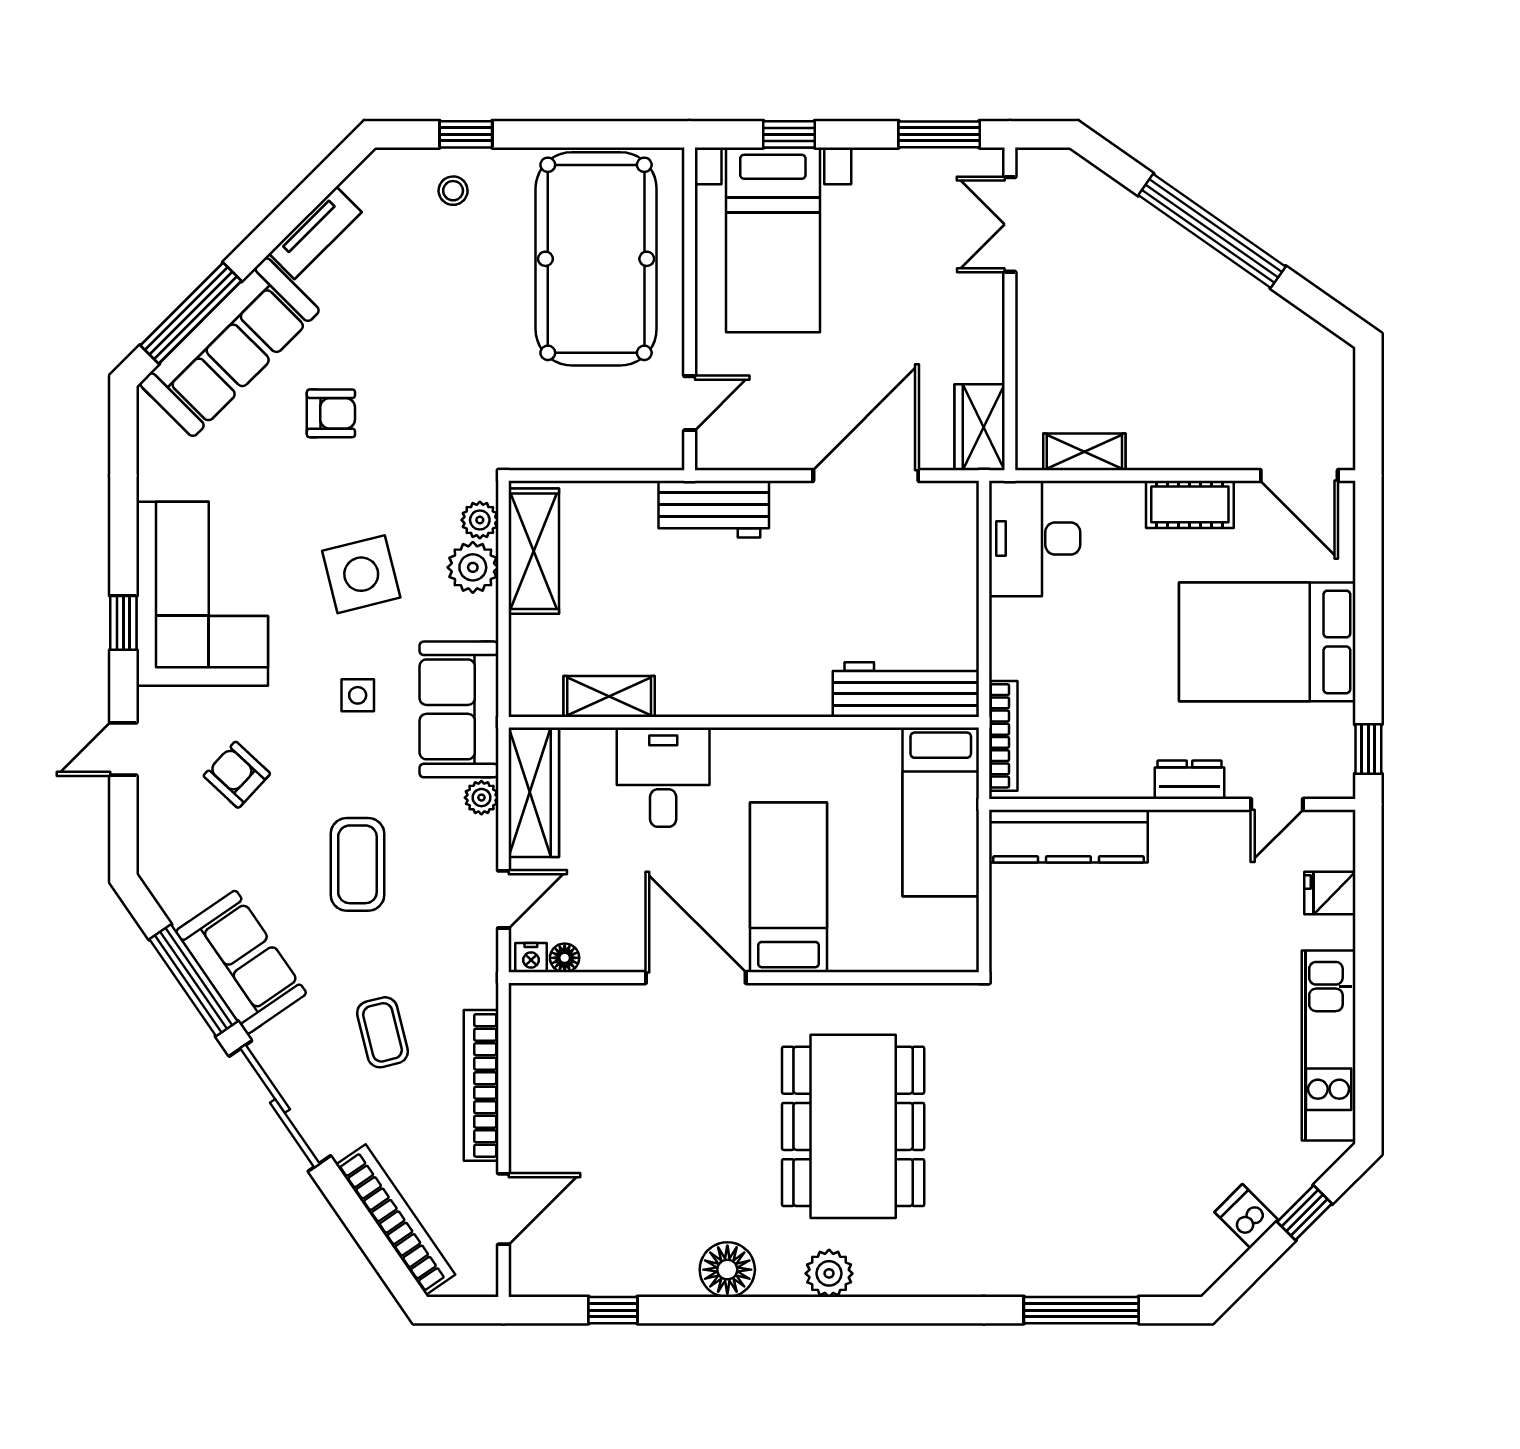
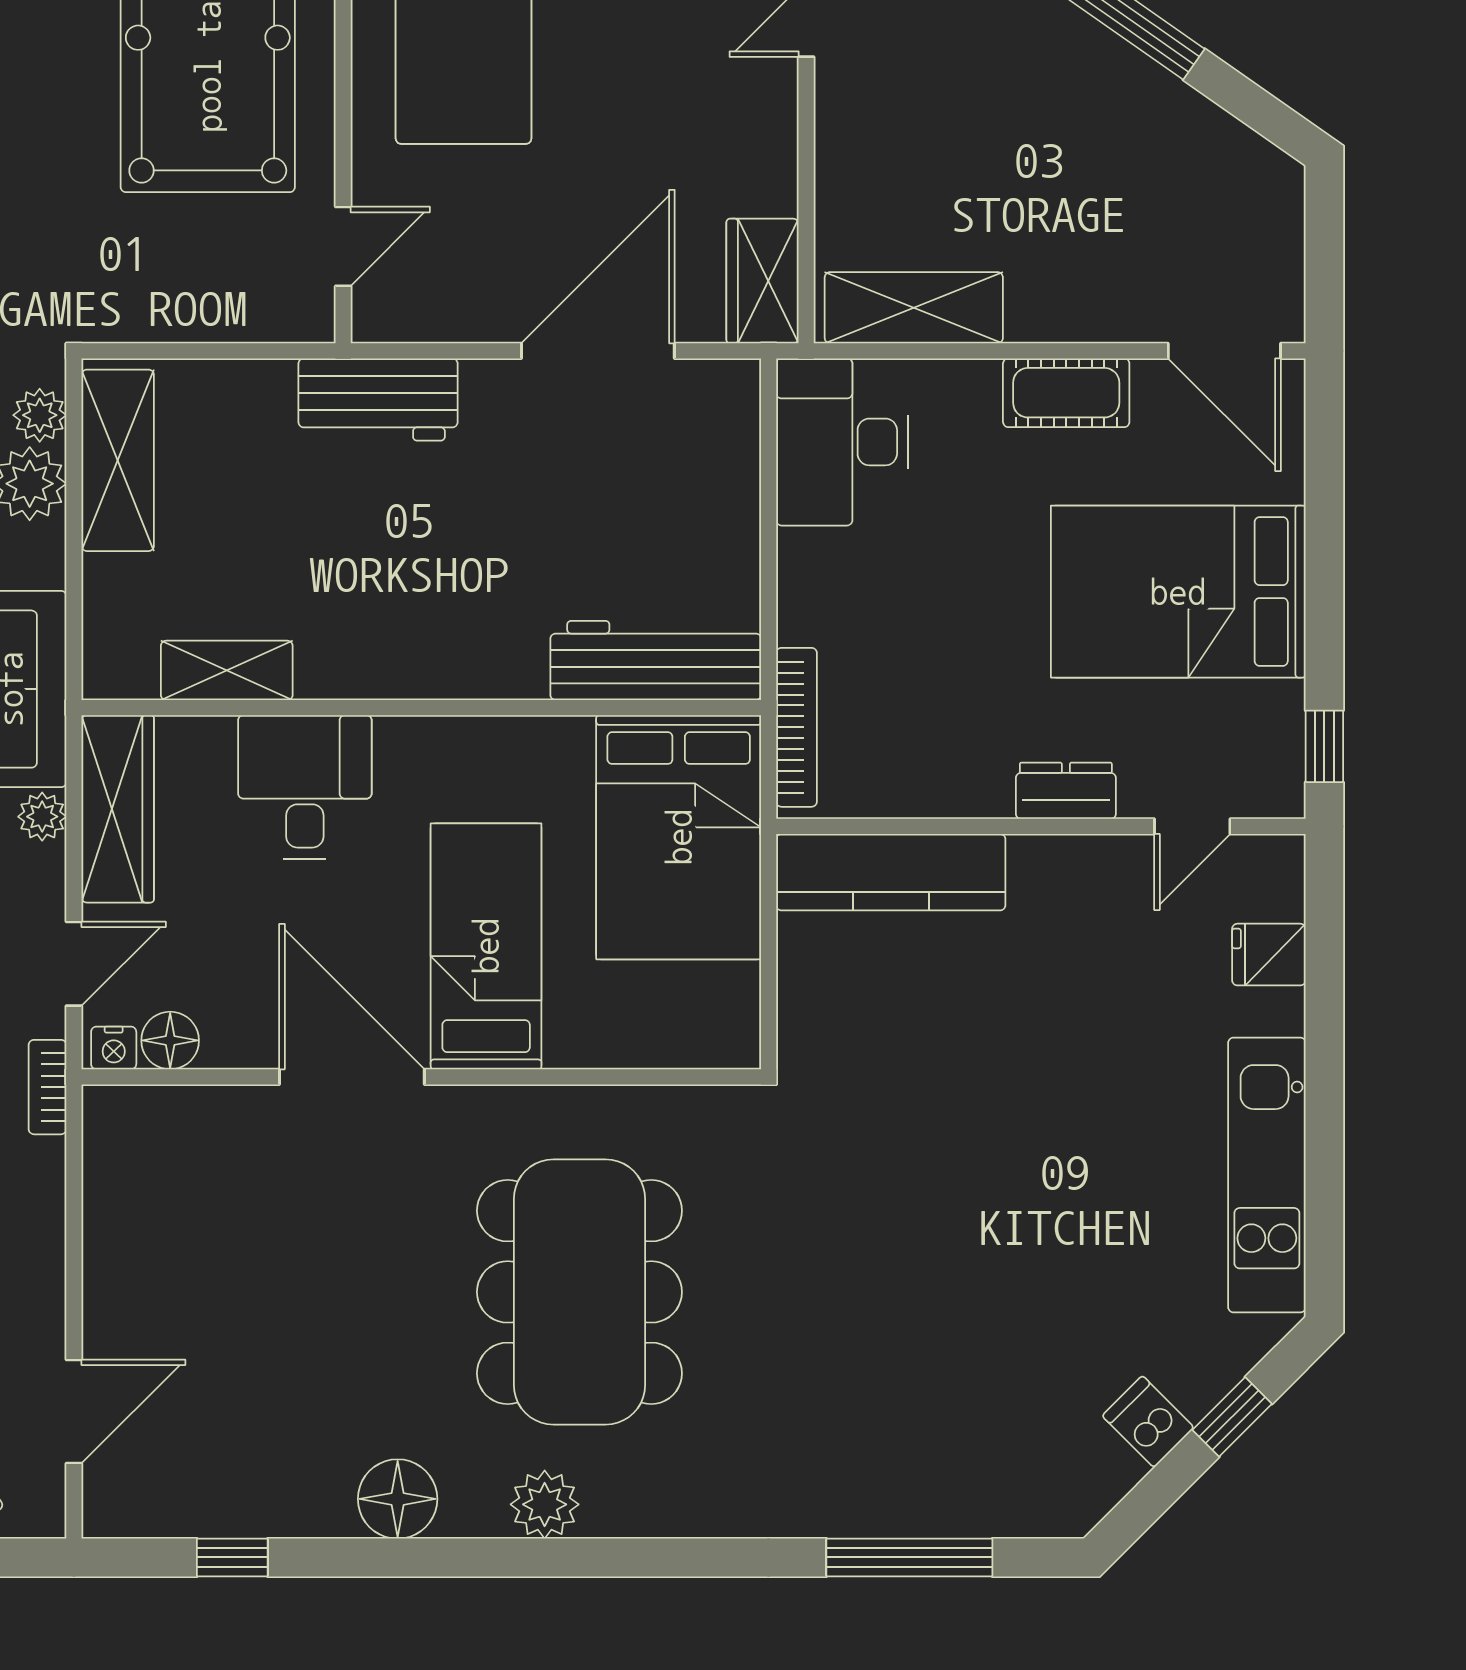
shelving: (1084, 452) -> (914, 308), width x1.50, depth x1.33
bed: (941, 812) -> (679, 837), width x1.50
floor lamp: (565, 958) -> (170, 1040), width x1.37, depth x1.37
bookcase: (481, 1085) -> (48, 1087), moved, width x0.43, depth x0.76

